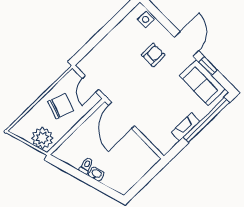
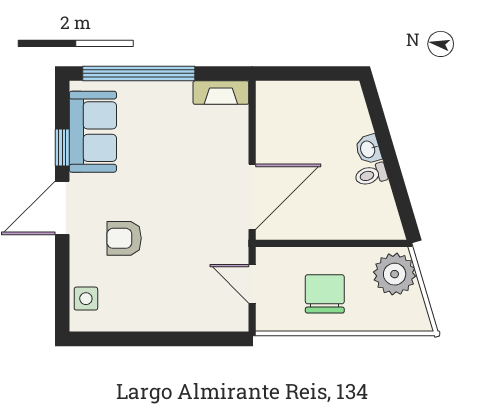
door: (91, 84) -> (252, 284), swing flipped
chair: (61, 106) -> (325, 294), turned 71
fireplace: (186, 127) -> (221, 93), moved

